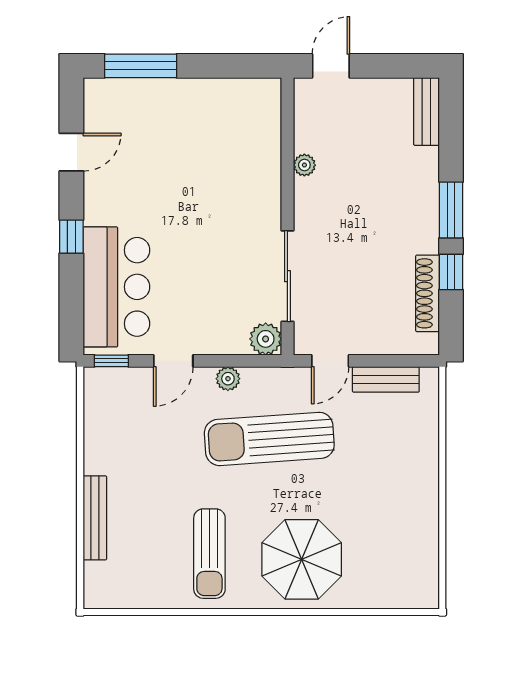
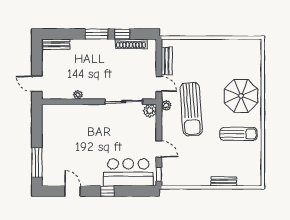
plant: (228, 379) -> (166, 105), moved
bench: (95, 518) -> (224, 181), width x0.73

